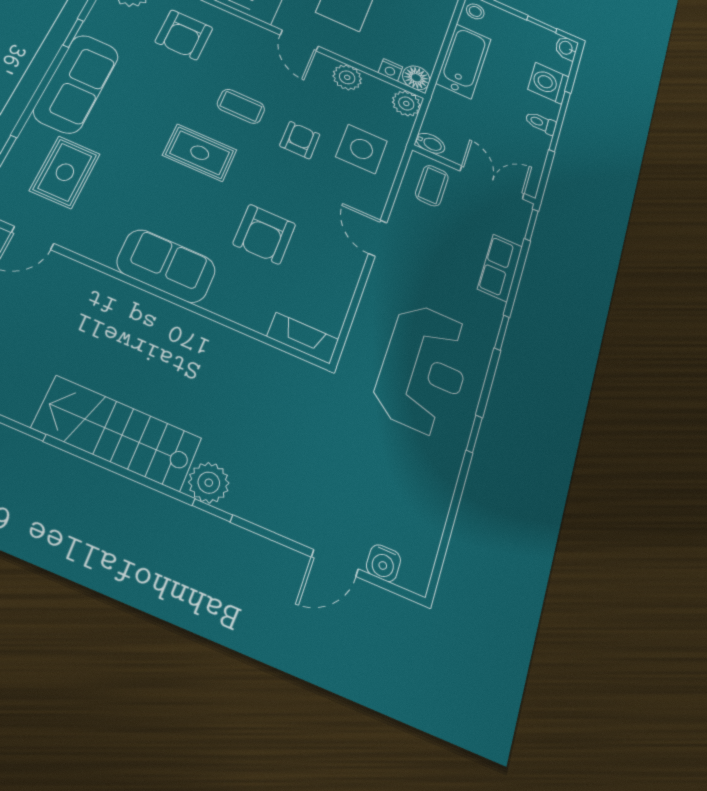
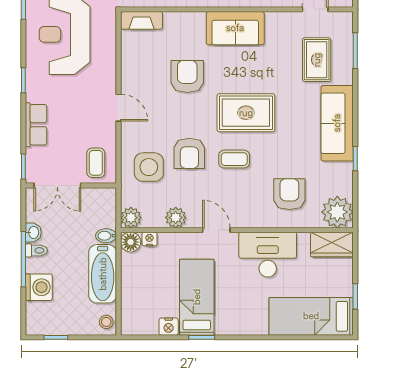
washbasin: (566, 48) -> (33, 232), moved
armchair: (300, 140) -> (189, 153), width x1.38, depth x1.38
bidet: (430, 143) -> (106, 236), moved
rug: (200, 153) -> (246, 113), width x1.36, depth x1.43

